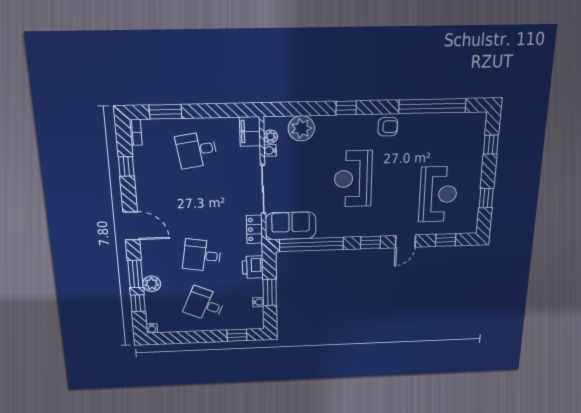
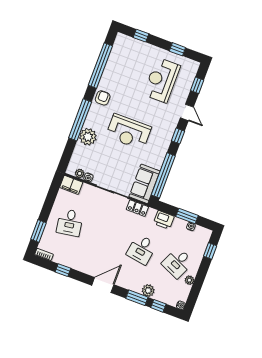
window: (346, 108) -> (80, 120), width x3.17
plant: (301, 128) -> (88, 137), moved
reception desk: (438, 194) -> (162, 80), turned -90
plant: (189, 326) -> (189, 280), added

